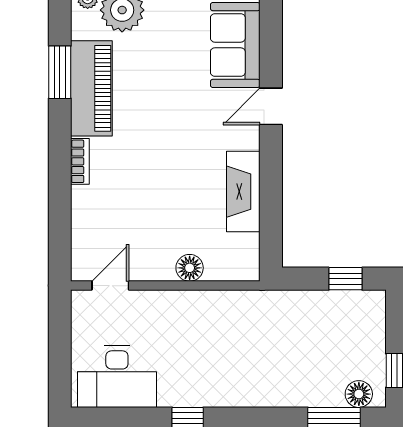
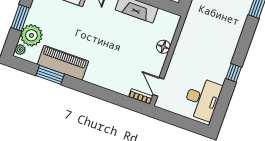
bookcase: (80, 161) -> (141, 97), moved

